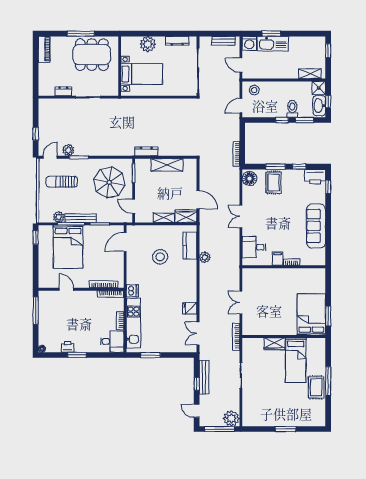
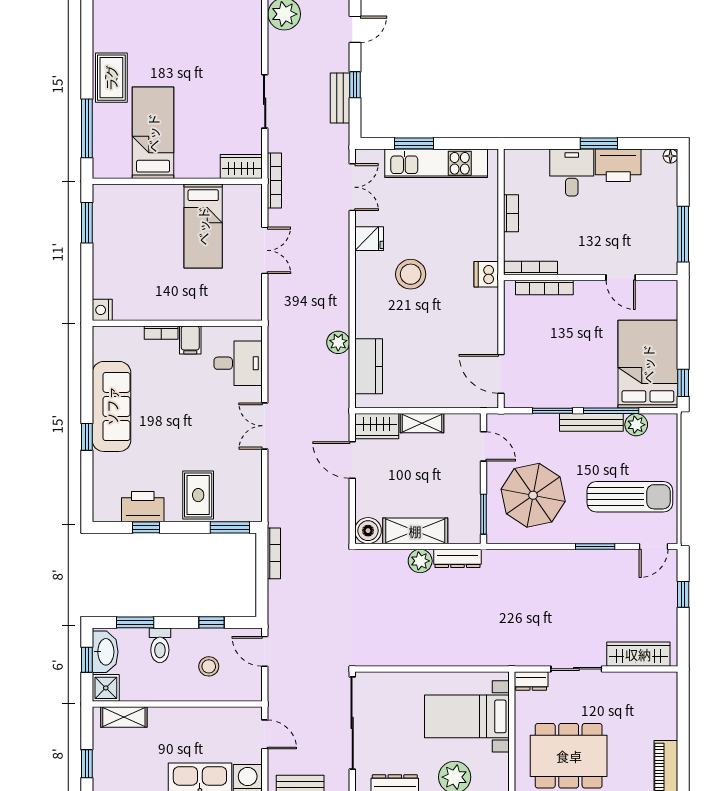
stool: (254, 90) -> (209, 666), moved
dresser: (63, 91) -> (531, 681), moved
wardrobe: (58, 104) -> (638, 654), added
door: (241, 106) -> (265, 651), swing flipped
window: (282, 120) -> (211, 622), moved
plant: (68, 150) -> (420, 561), moved
boiler: (190, 165) -> (368, 531), added
window: (276, 167) -> (230, 527), moved
printer: (315, 177) -> (143, 507), moved
floor lamp: (249, 178) -> (247, 503), removed
sun lounger: (62, 182) -> (630, 497), width x1.36, depth x1.34
window: (328, 187) -> (87, 437), moved
double door: (241, 216) -> (265, 426), swing flipped
door: (125, 242) -> (501, 374), swing flipped
bed: (68, 247) -> (648, 364), moved
stool: (160, 257) -> (411, 274), moved
nightstand: (321, 273) -> (102, 310), added
bed: (311, 314) -> (203, 226), moved, width x0.67
kitchen unit: (133, 323) -> (436, 163), moved, turned -90
desk: (112, 341) -> (572, 172), moved, turned 90
wardrobe: (274, 344) -> (241, 166), moved
printer: (68, 347) -> (618, 165), width x1.87, depth x1.48
window: (151, 355) -> (414, 143), moved
bench: (204, 377) -> (340, 98), width x0.73
window: (328, 381) -> (87, 128), moved
door: (197, 411) -> (355, 29), hinge flipped

